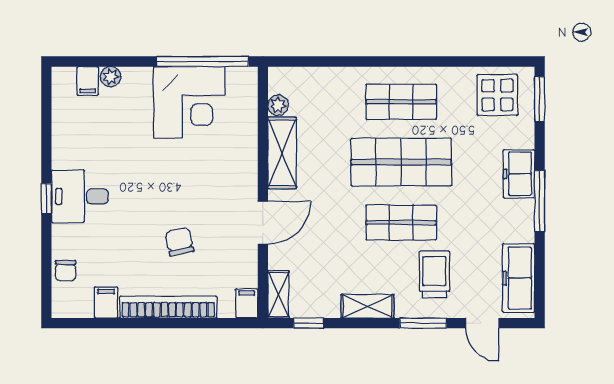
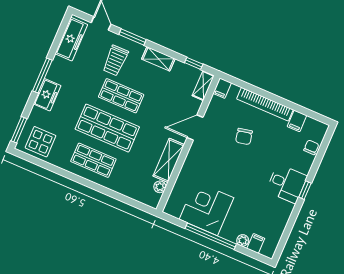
window: (203, 62) -> (211, 236), moved

